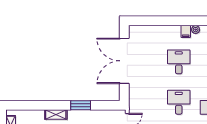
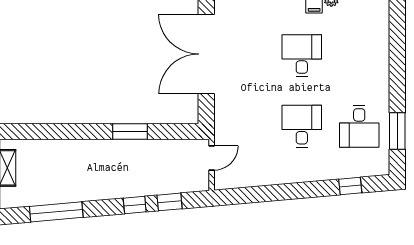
shelving: (56, 115) -> (87, 148), removed

